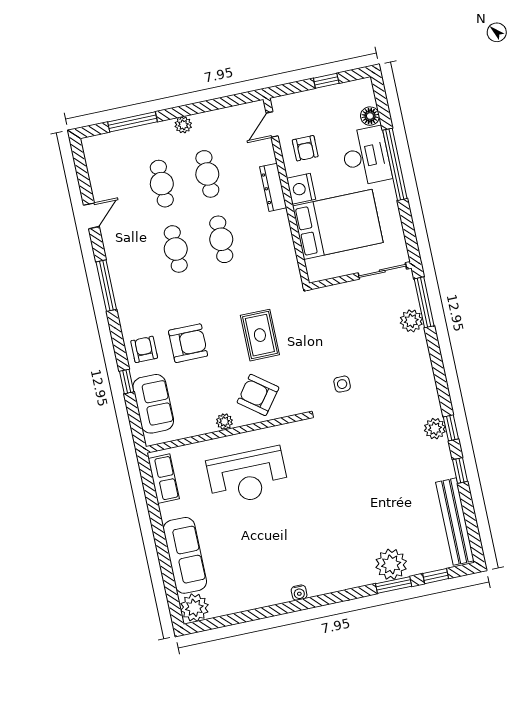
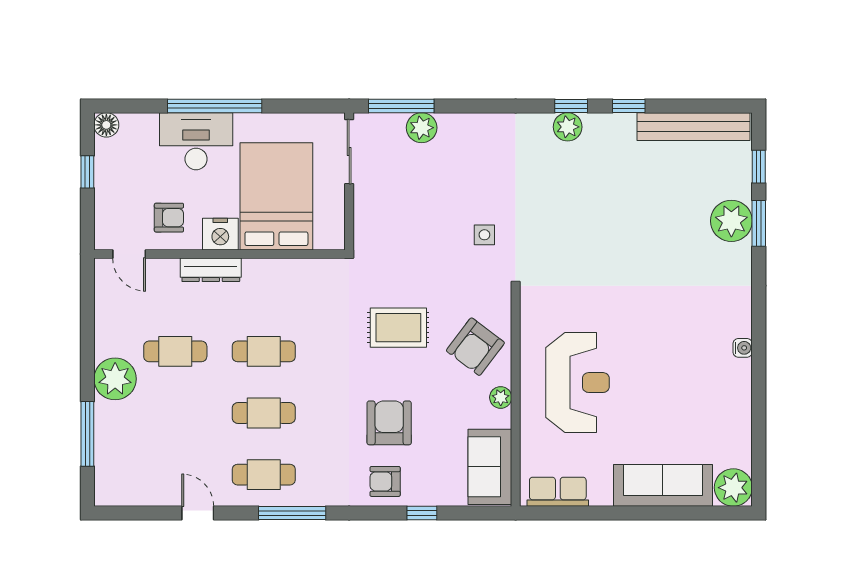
floor lamp: (370, 116) -> (106, 125), moved
plant: (183, 125) -> (115, 379), width x1.87, depth x1.87
cafe table: (162, 184) -> (264, 475), moved
sofa: (153, 404) -> (490, 467), moved, turned -90

